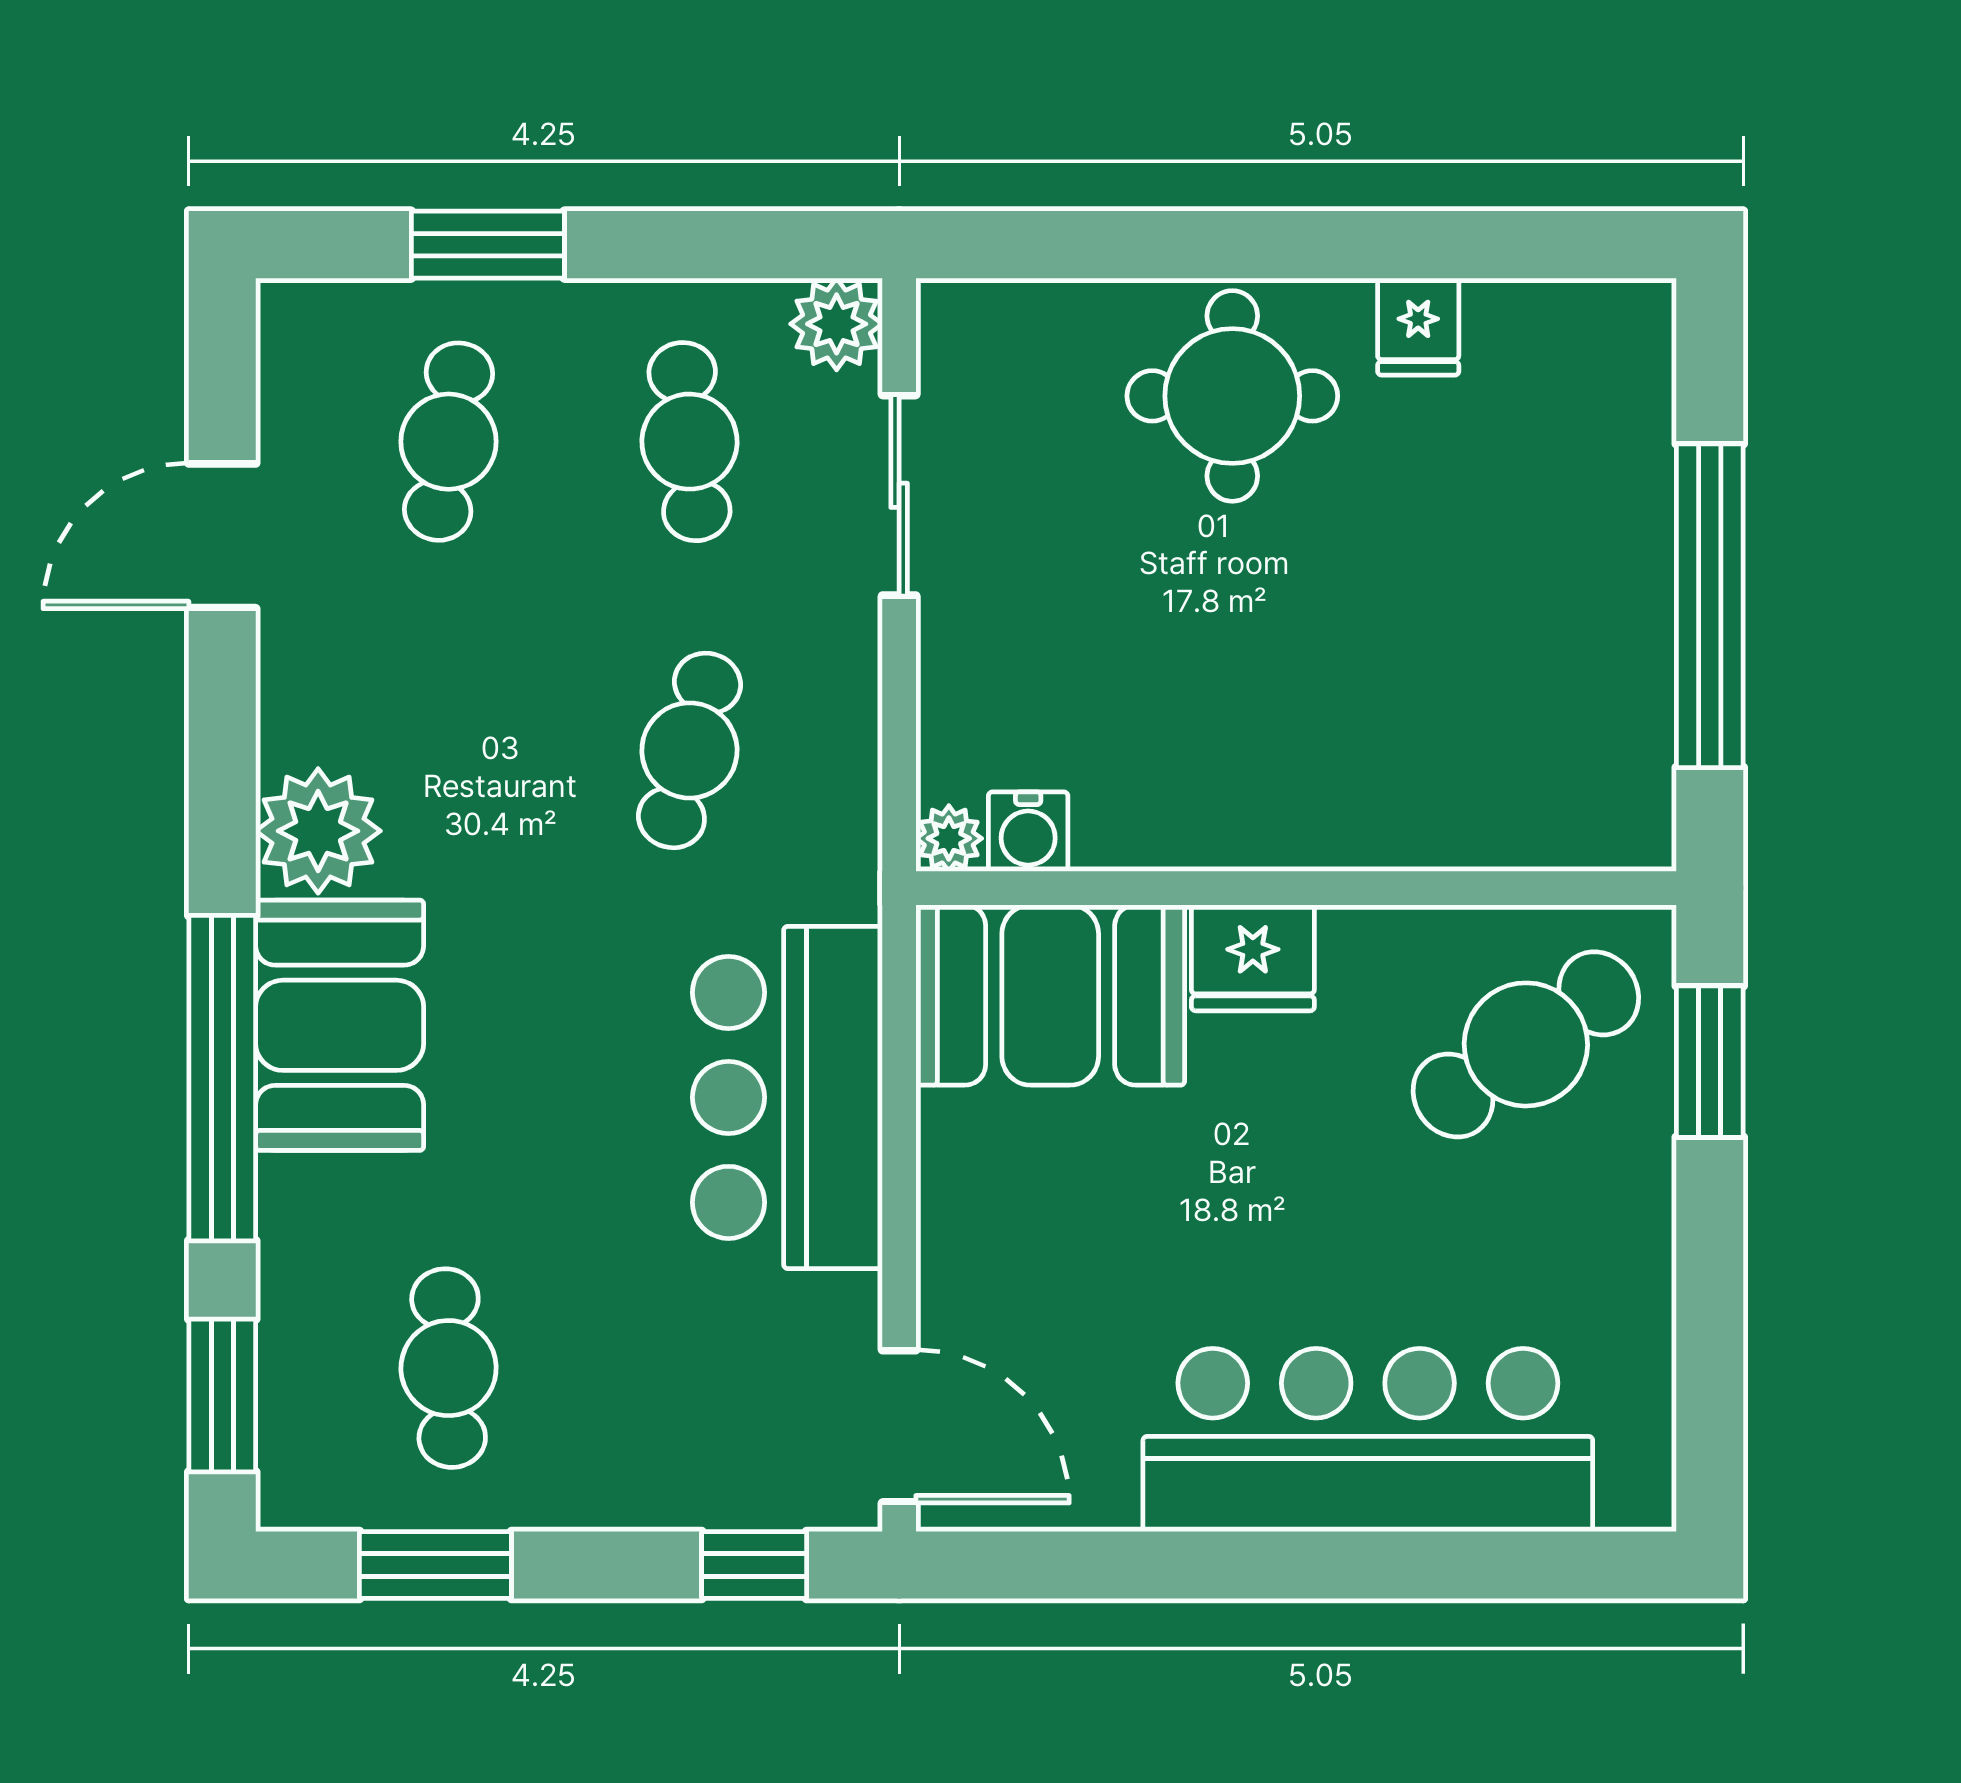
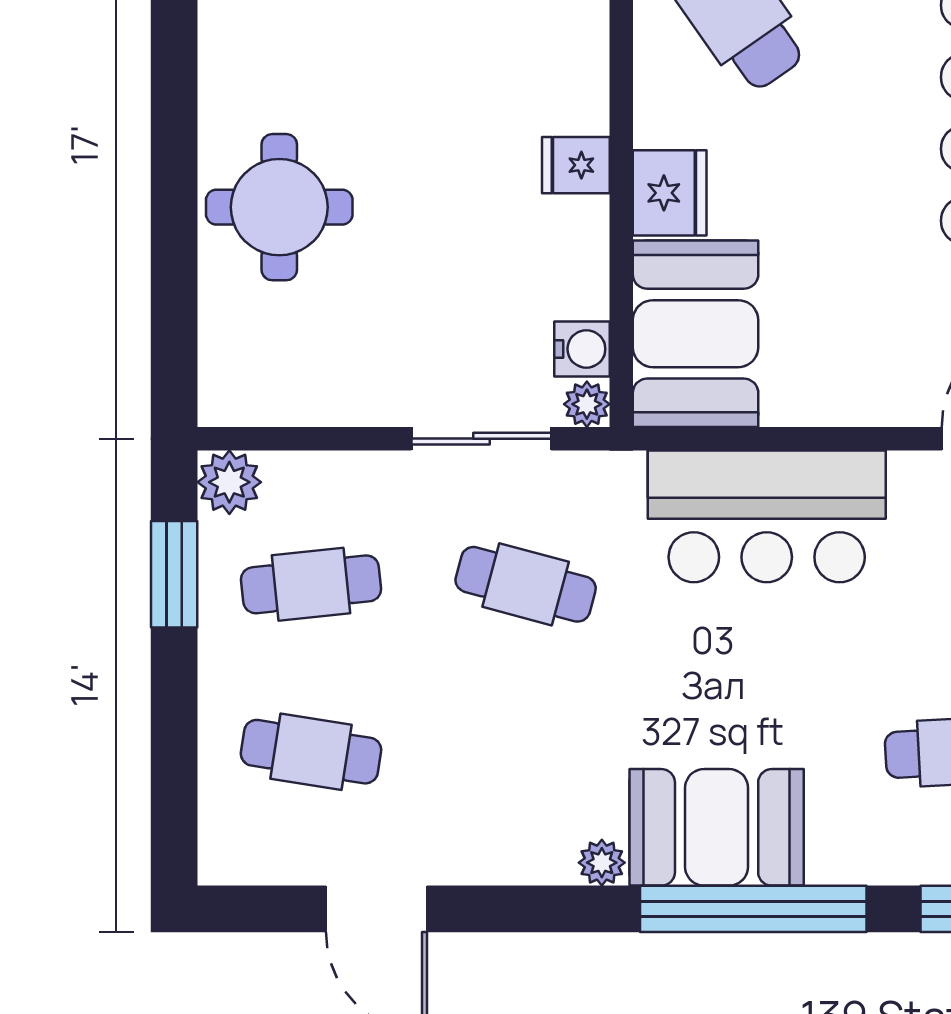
window: (488, 245) -> (174, 574), moved
fridge: (1418, 327) -> (576, 165), moved, turned 180
sliding door: (899, 495) -> (481, 439), moved
plant: (318, 831) -> (602, 863), width x0.53, depth x0.53

